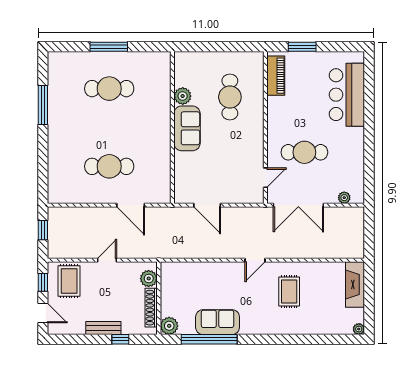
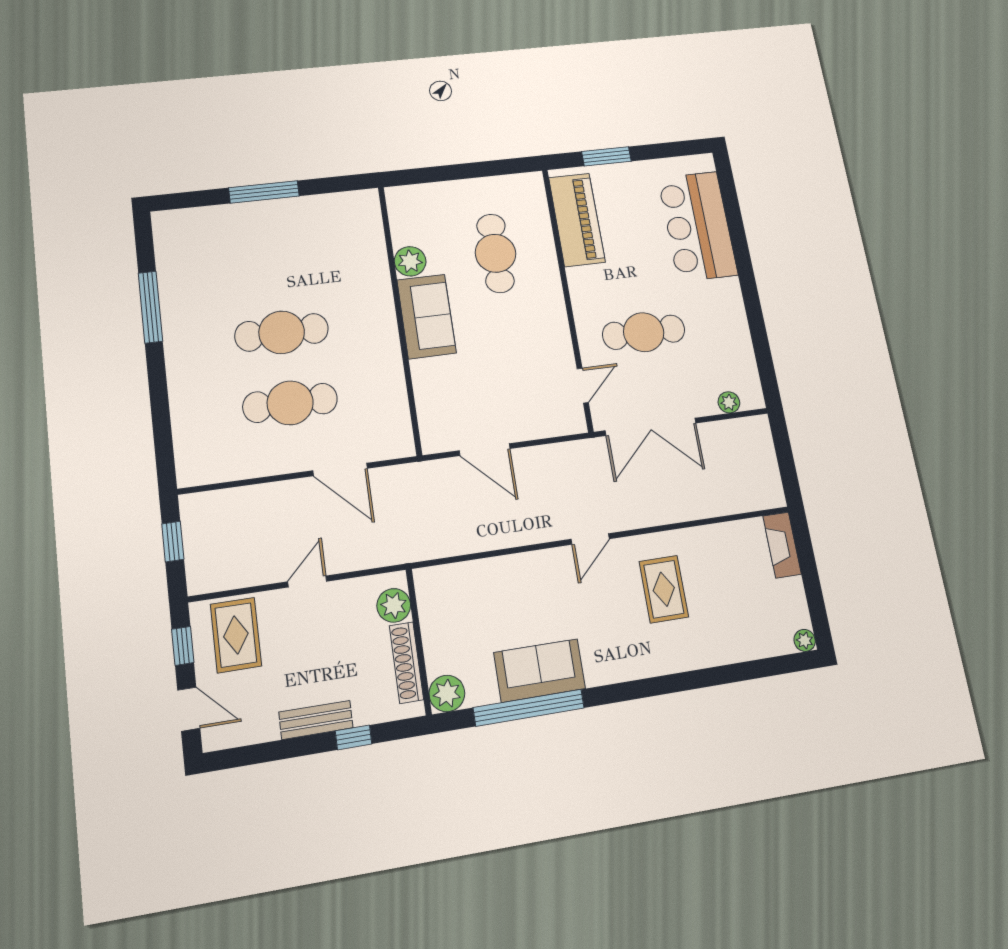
piano: (276, 76) -> (577, 220), width x1.37, depth x1.33
cafe table: (109, 89) -> (282, 332), moved
fireplace: (355, 285) -> (782, 545), width x0.73, depth x0.76

